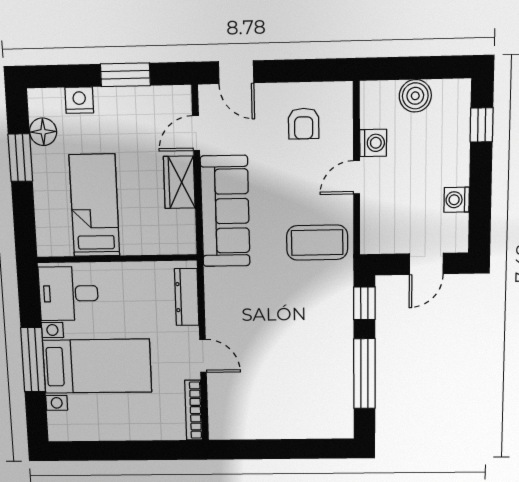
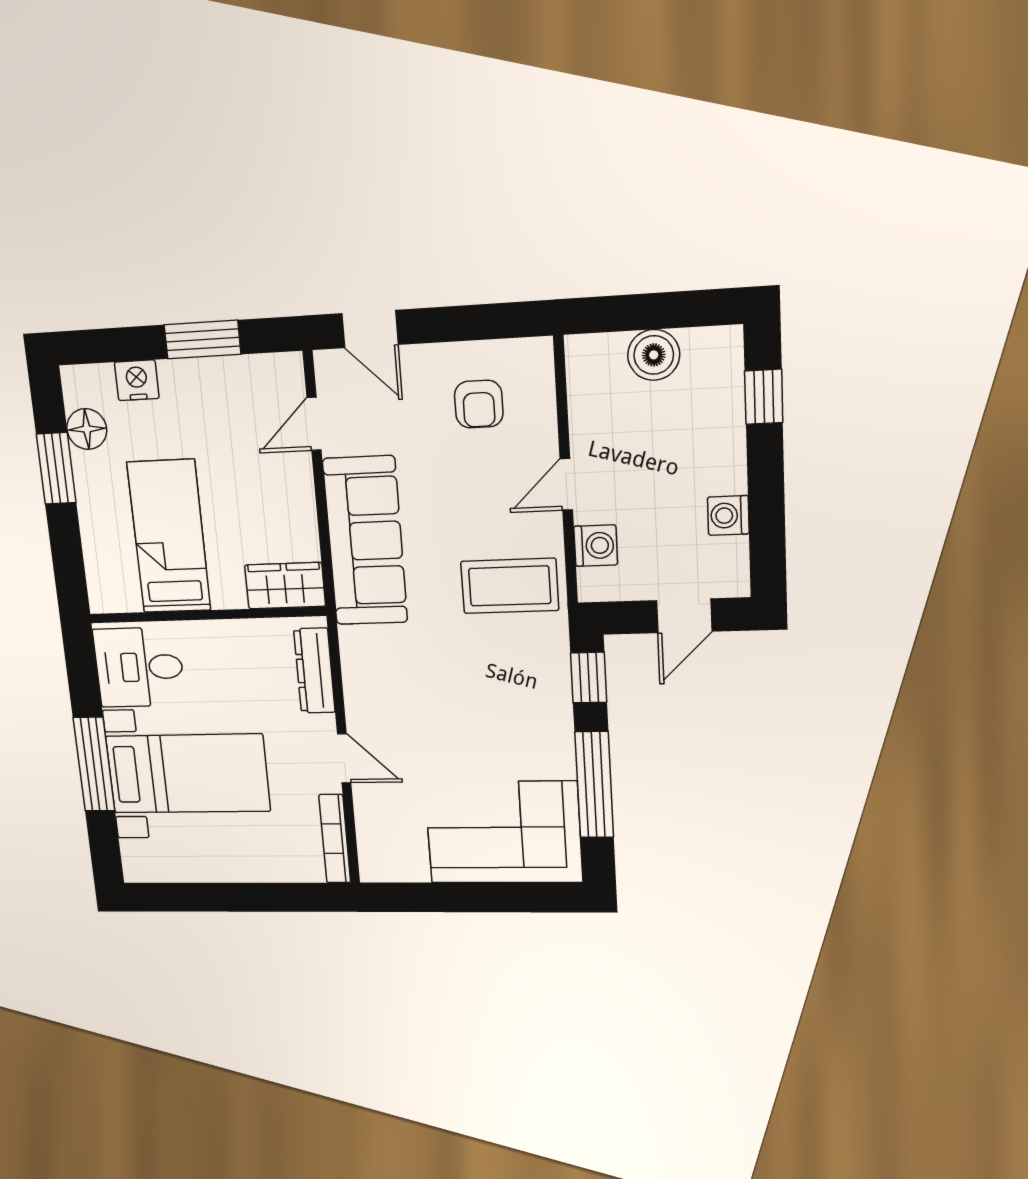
washing machine: (373, 143) -> (596, 546), moved
wardrobe: (179, 182) -> (285, 586), moved, turned 90
corner sofa: (305, 405) -> (504, 832), added

